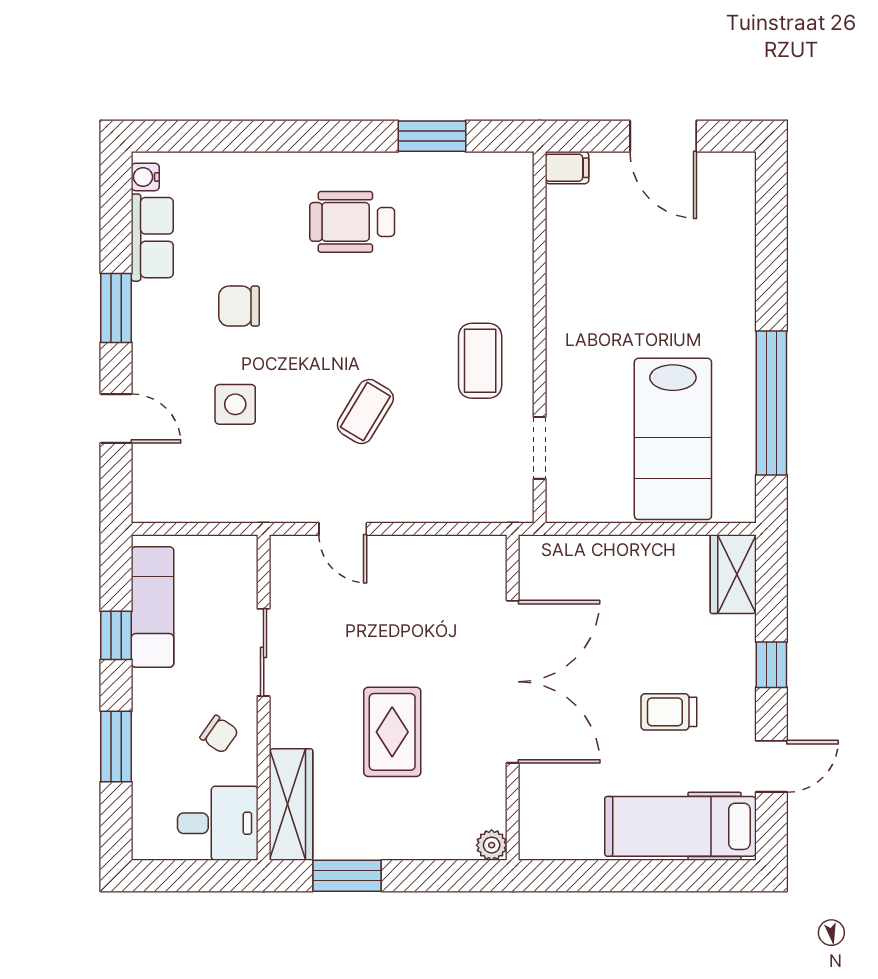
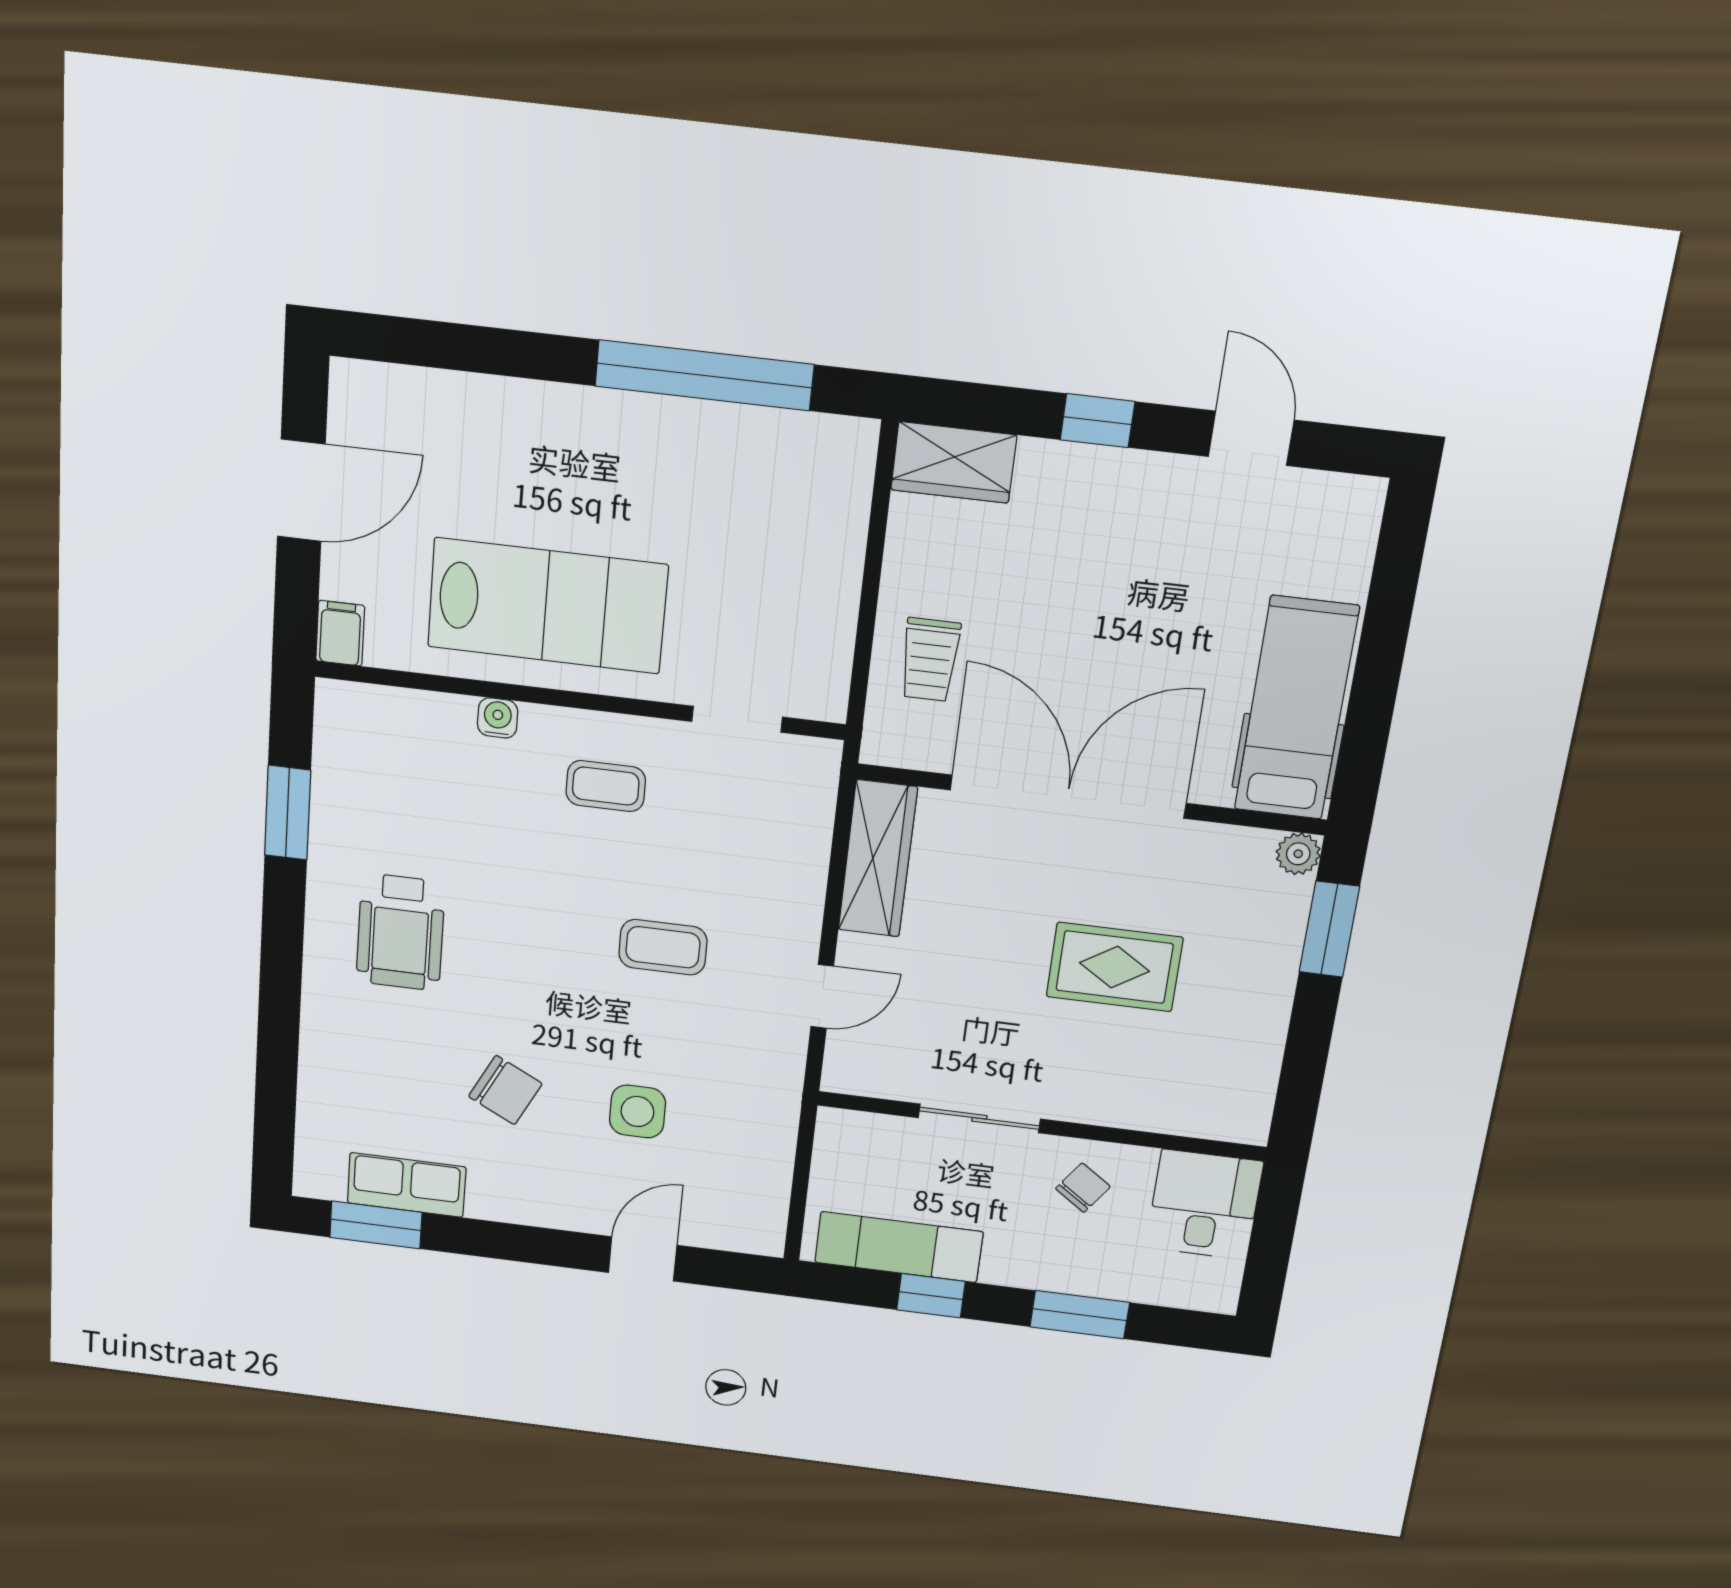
water cooler: (145, 177) -> (498, 718), moved, turned 180
chair: (239, 306) -> (505, 1090), turned -63
window: (116, 308) -> (376, 1225), moved
coffee table: (480, 361) -> (606, 786), width x0.73, depth x0.77
coffee table: (365, 412) -> (663, 947), turned -31
lab bench: (673, 439) -> (547, 606), moved
trolley: (669, 712) -> (930, 660), moved
wardrobe: (291, 805) -> (878, 859), moved, turned 90
hospital bed: (681, 826) -> (1296, 708), moved, turned 180
window: (347, 876) -> (1329, 929), moved

